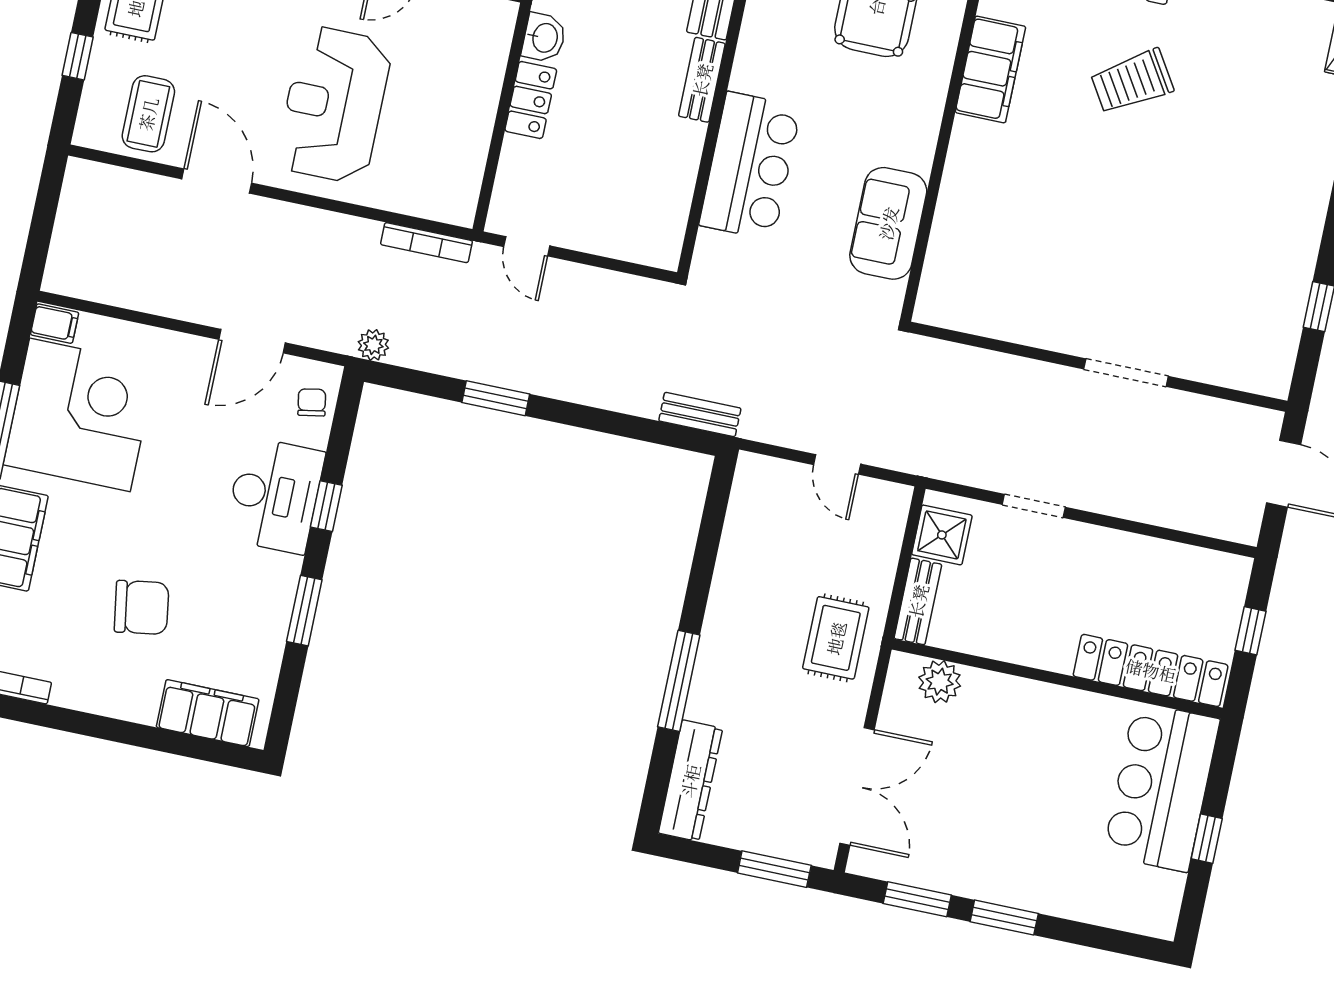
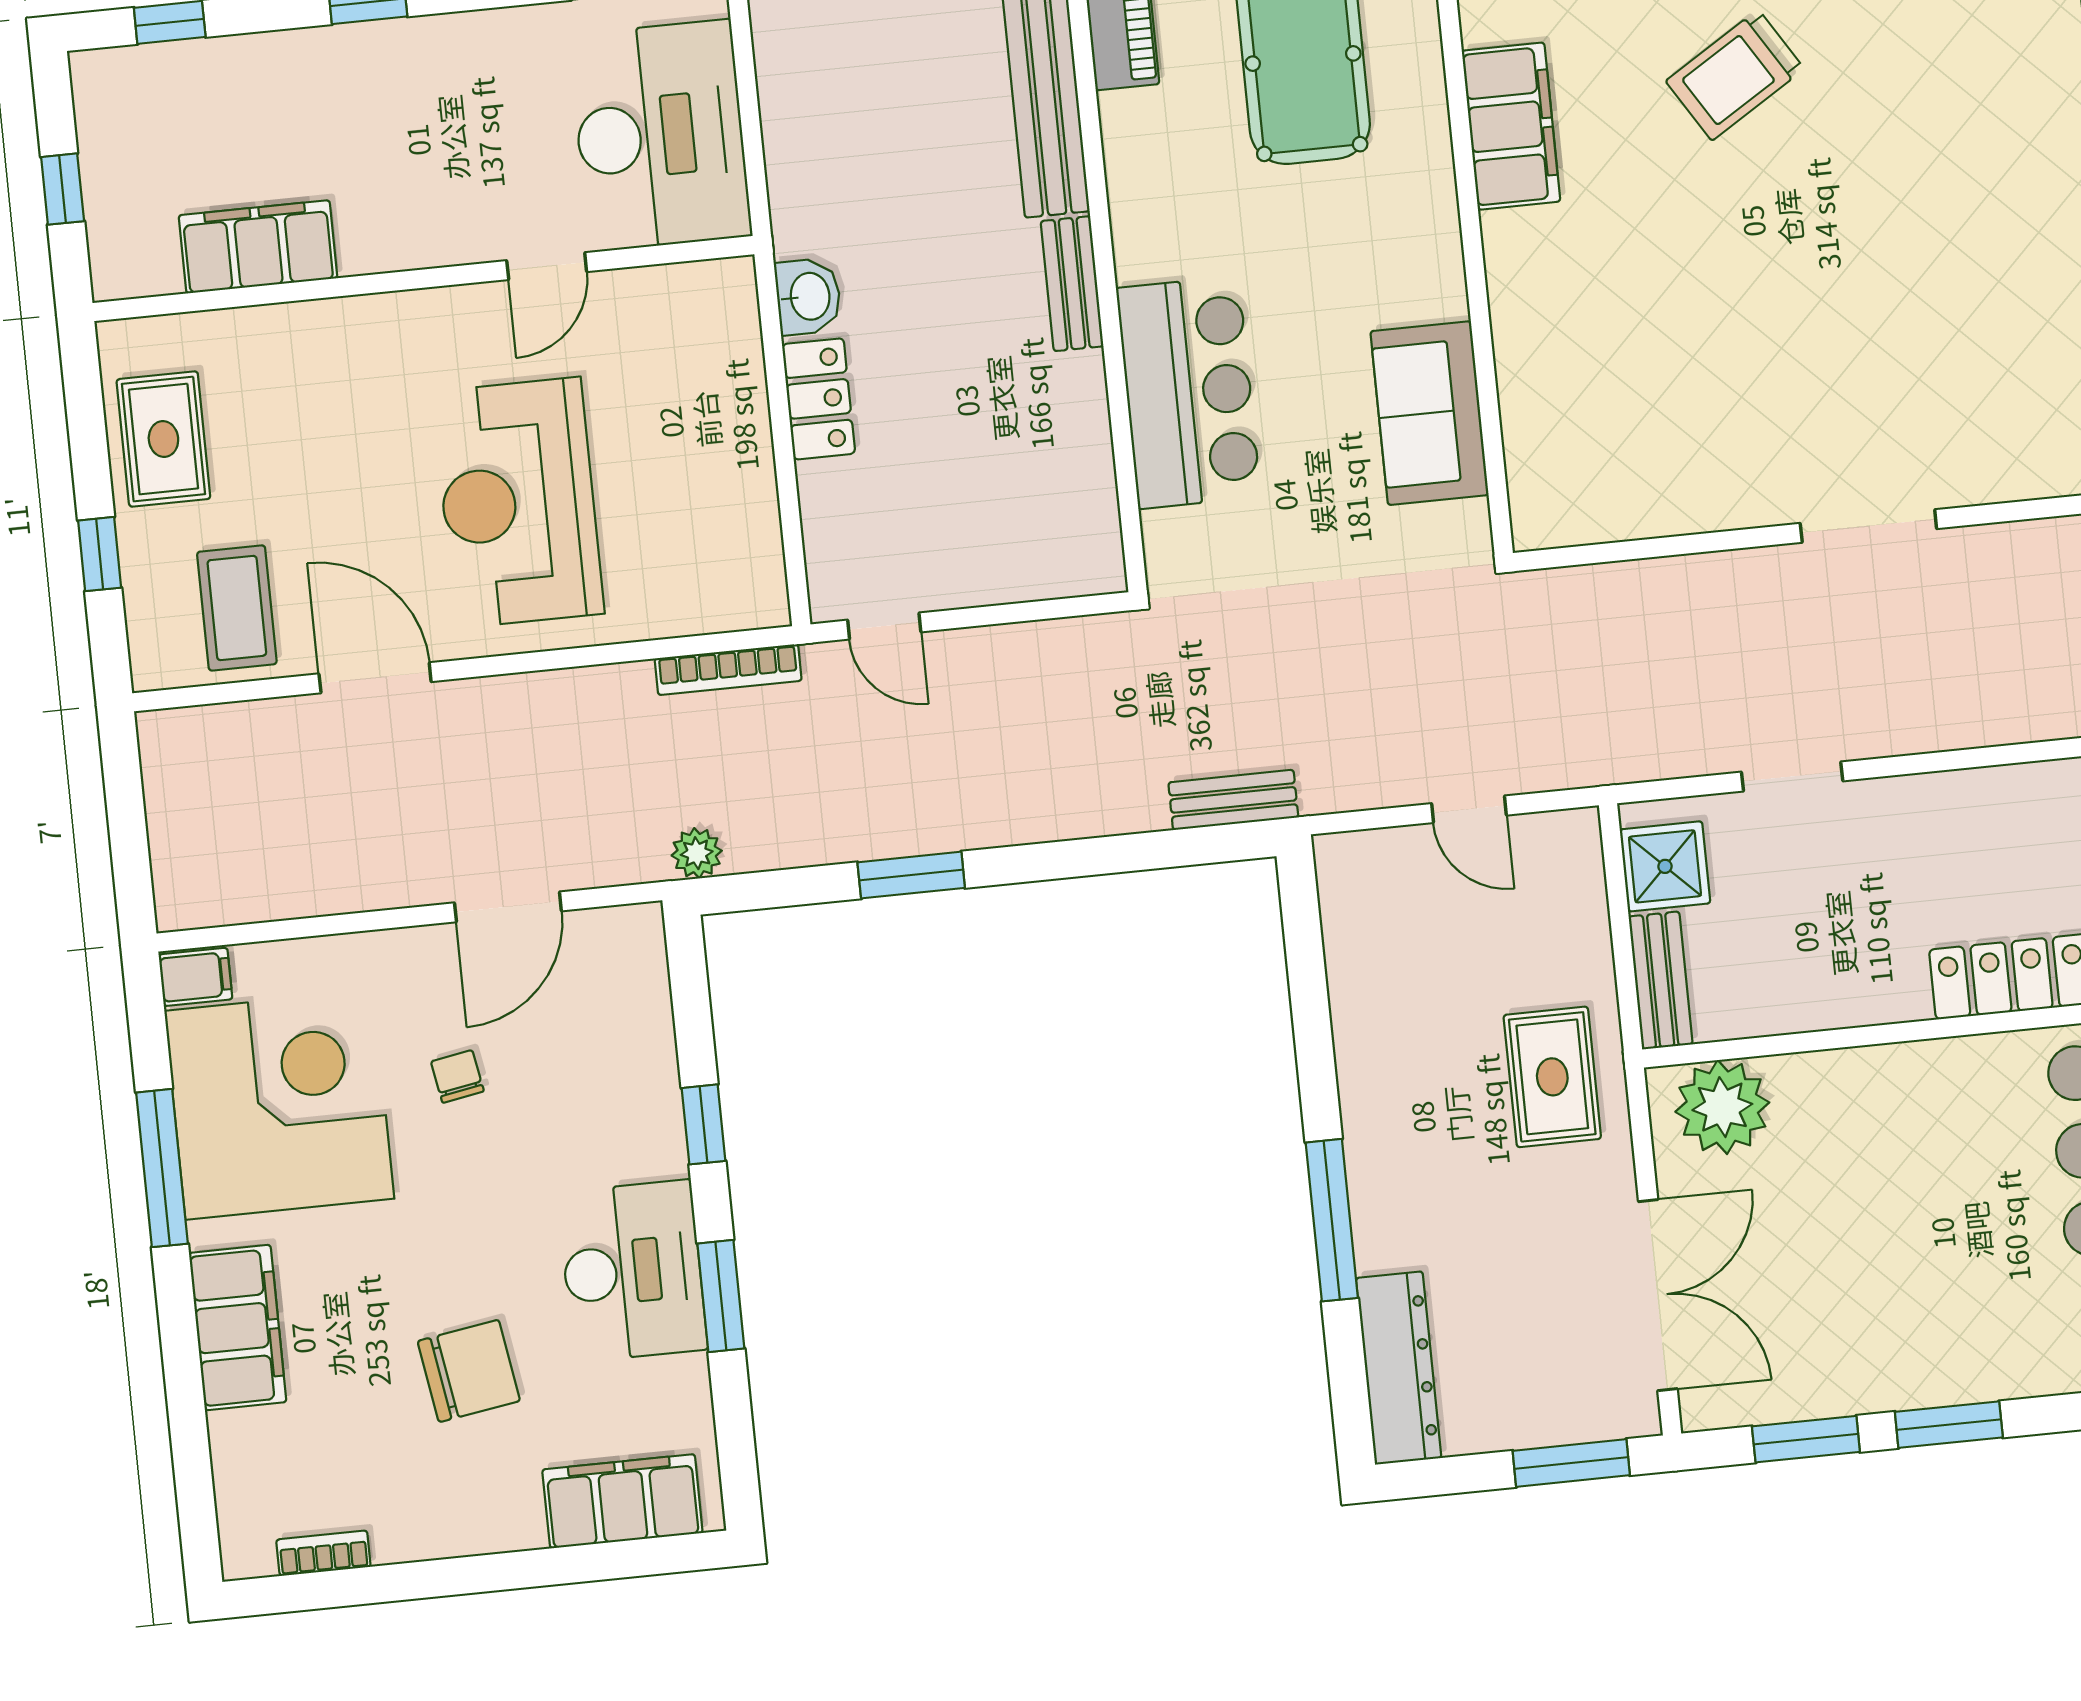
chair: (312, 402) -> (457, 1076), moved
desk: (275, 495) -> (632, 1271), moved
plant: (940, 682) -> (1722, 1107), width x1.36, depth x1.36

